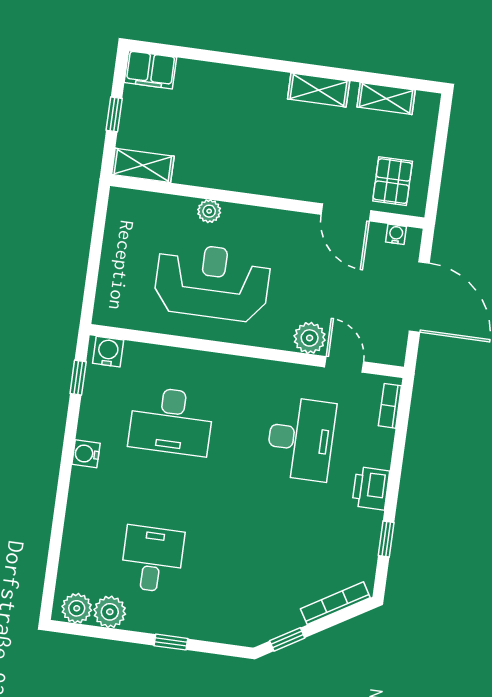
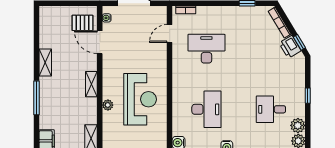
window: (245, 61) -> (37, 98), added
shelving: (386, 98) -> (91, 84), moved
door: (346, 212) -> (100, 42), swing flipped
reception desk: (212, 282) -> (140, 99), turned 180
plant: (310, 338) -> (160, 51), removed
printer: (371, 488) -> (290, 47), moved, turned 59

